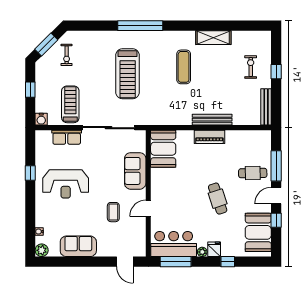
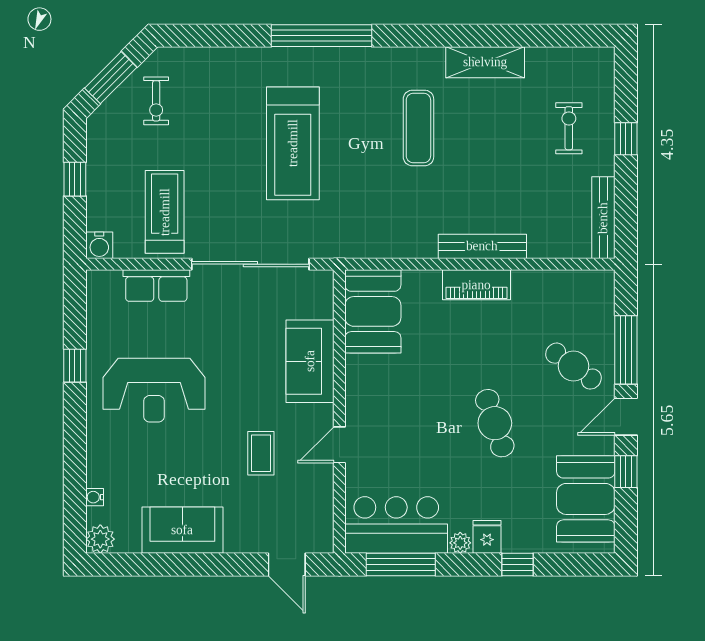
cafe table: (253, 173) -> (573, 366), turned 37

